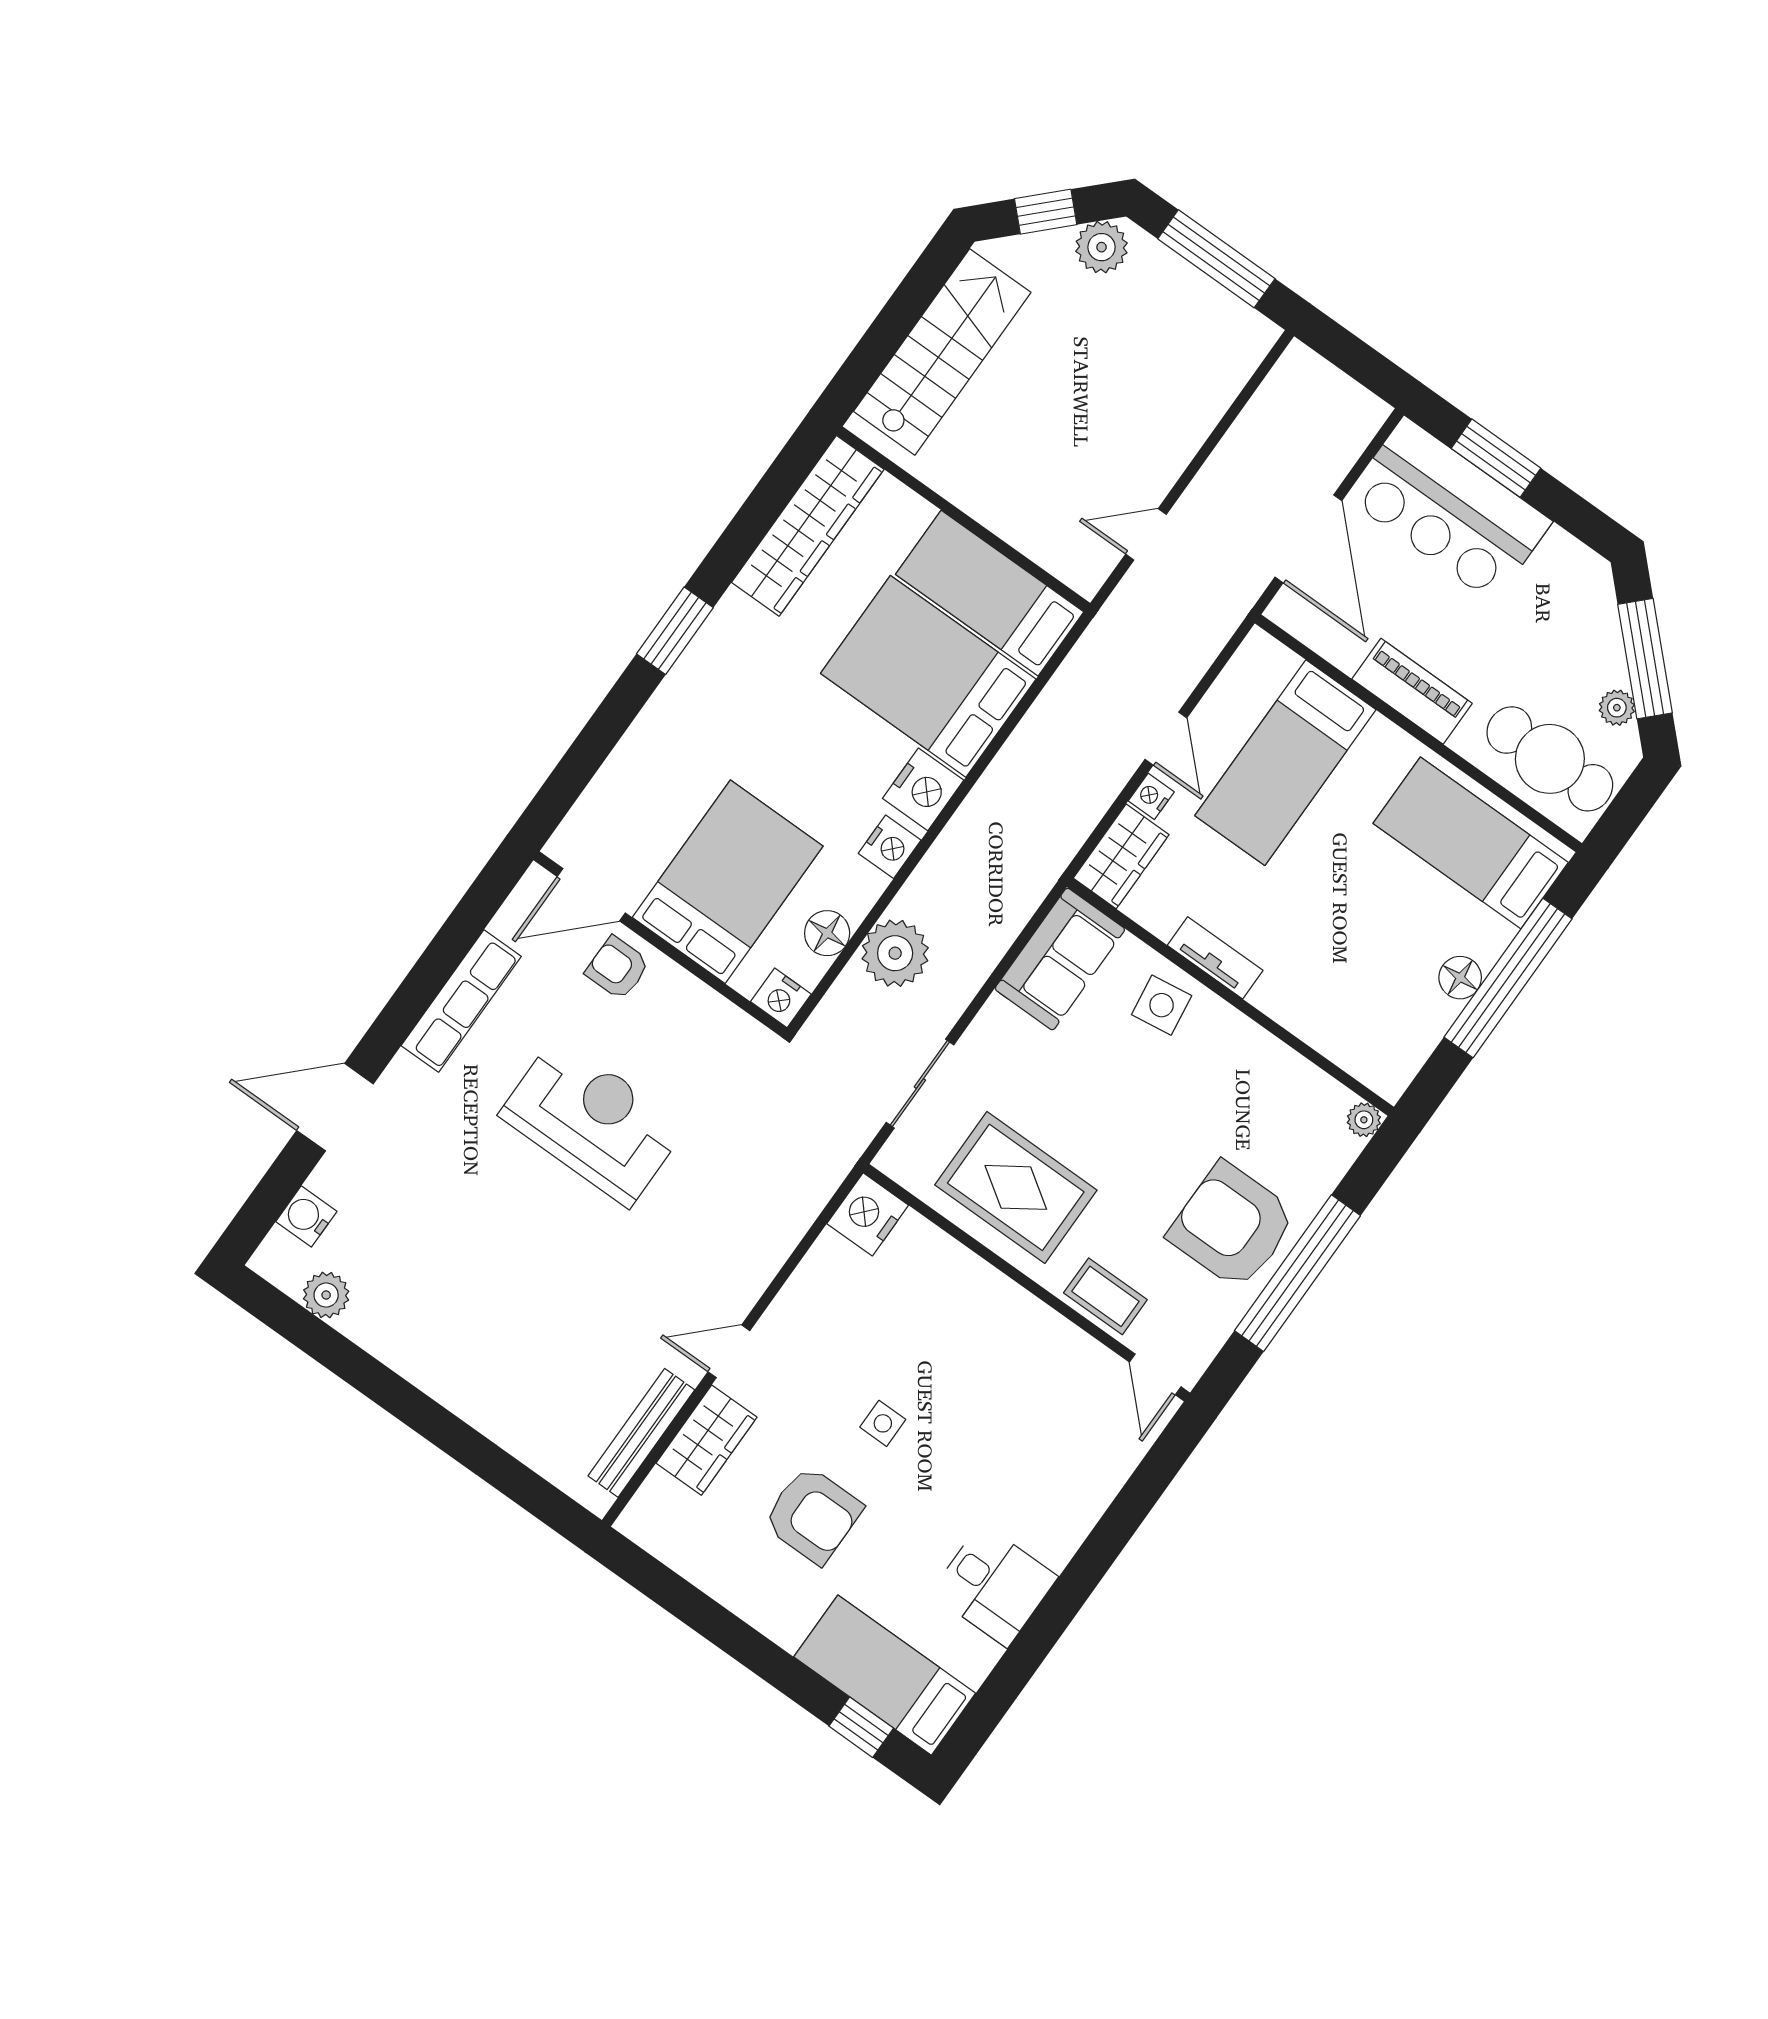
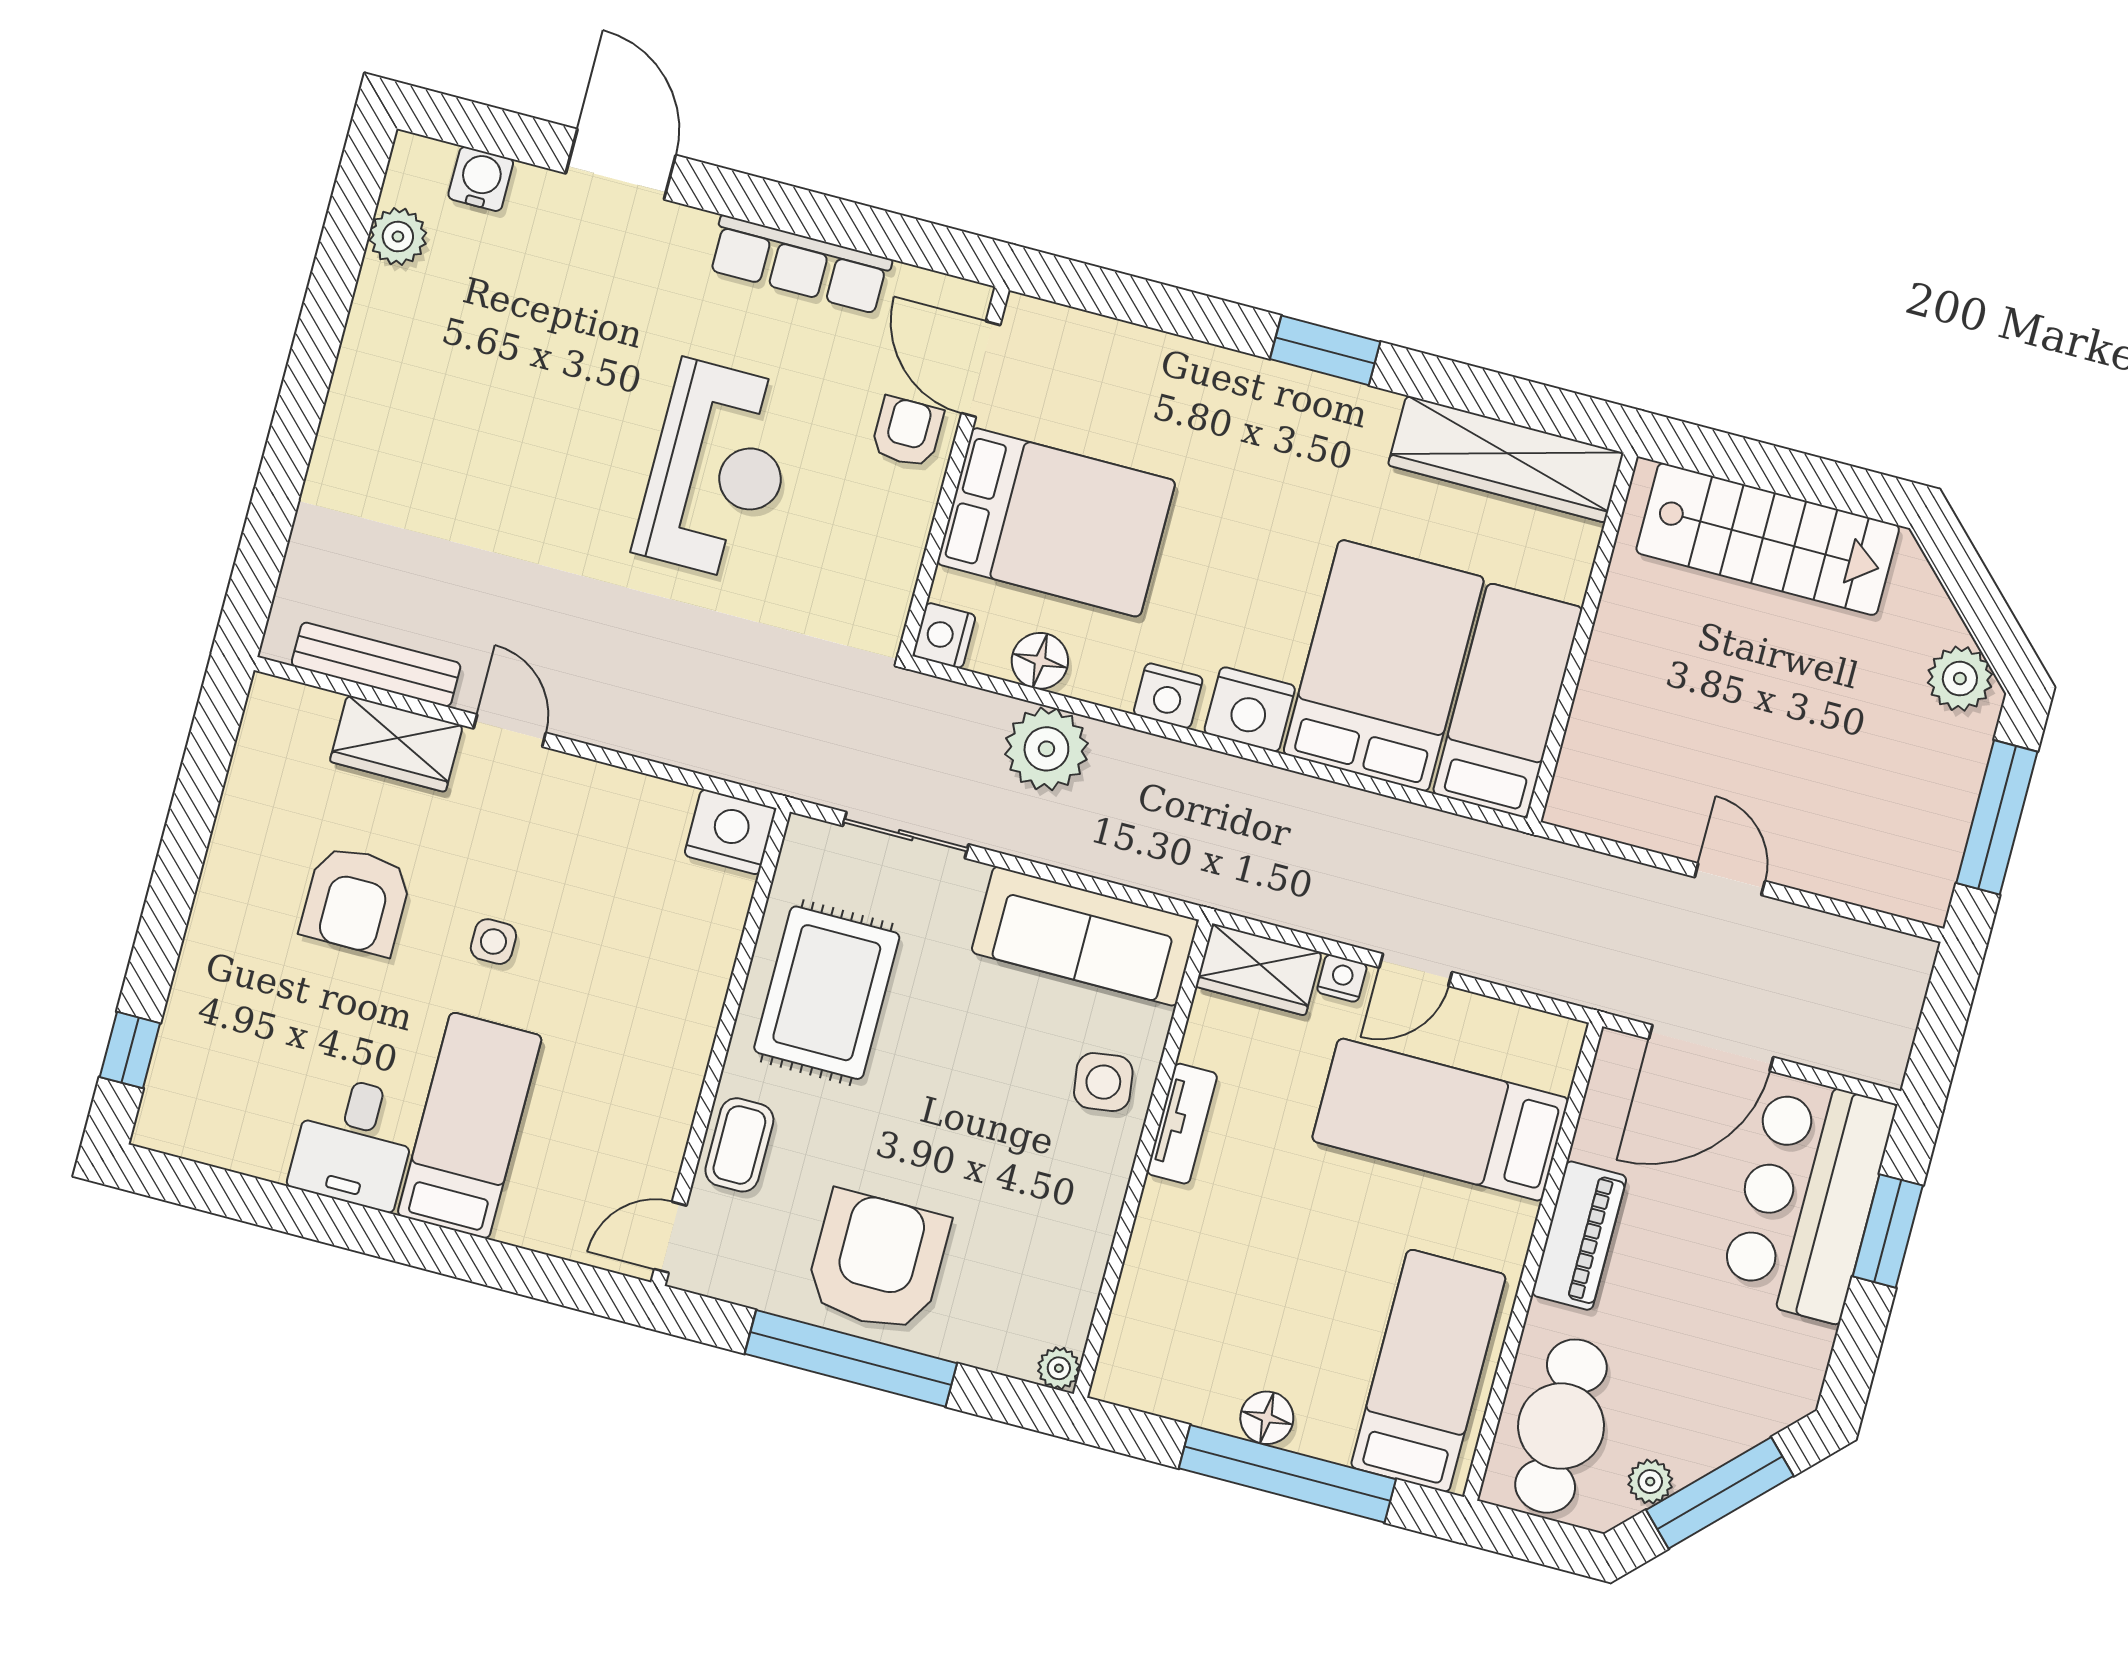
window: (1046, 212) -> (1977, 598), removed
door: (1146, 534) -> (1730, 879), moved
sofa: (1060, 959) -> (1085, 936), width x1.36
bed: (885, 1675) -> (470, 1125), moved

